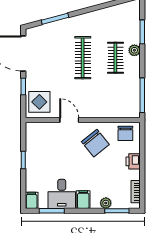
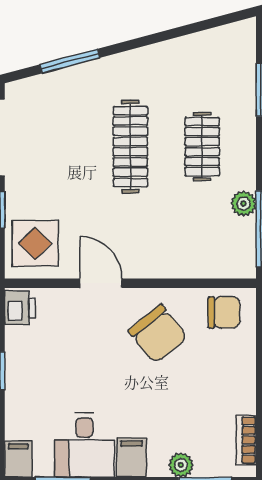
plant: (134, 50) -> (244, 204), moved
chair: (125, 133) -> (224, 312), turned -90
printer: (133, 161) -> (20, 308), moved, turned 180

